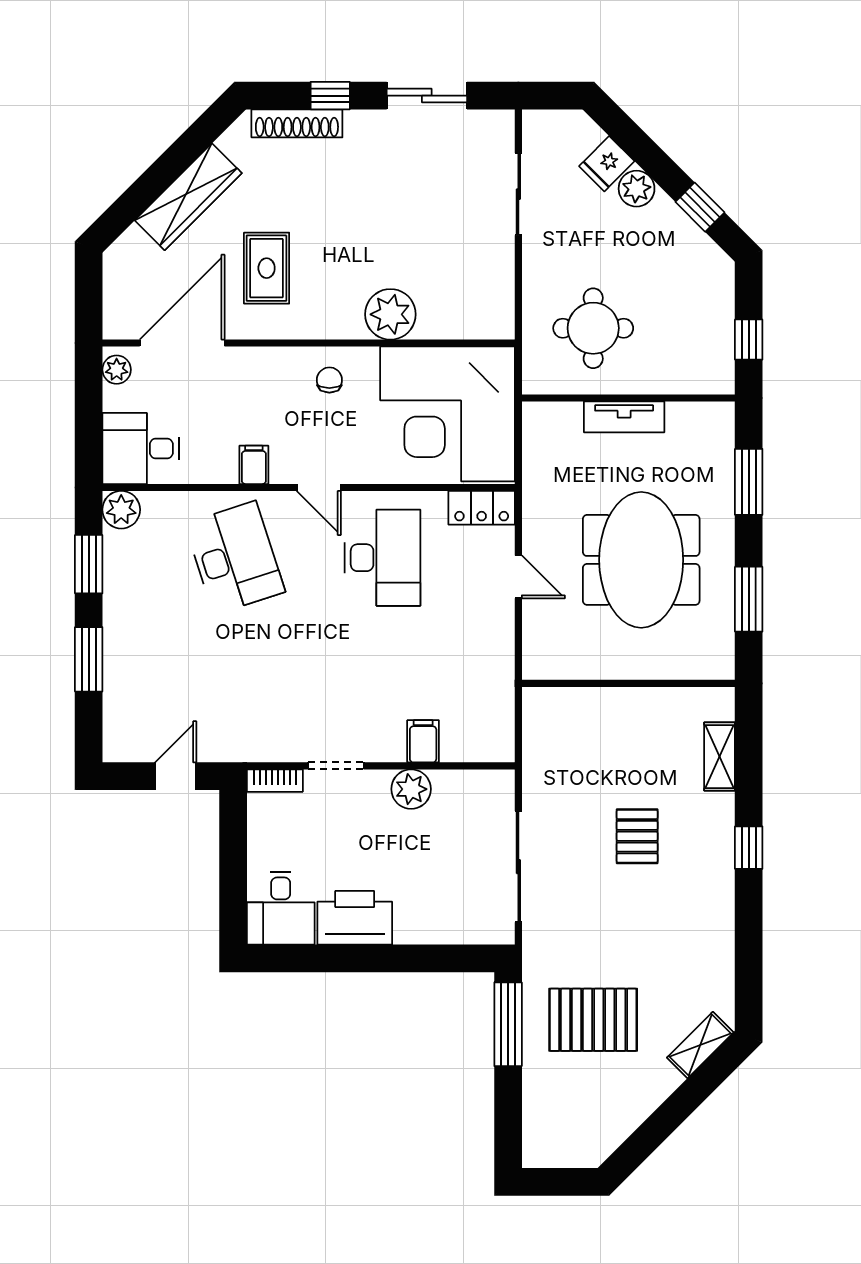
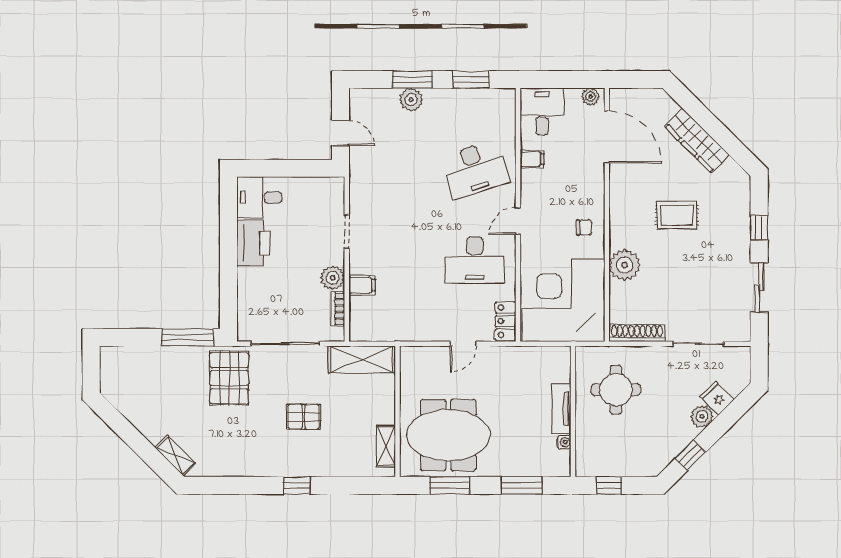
shoe rack: (297, 123) -> (637, 333), moved, turned 90
rug: (267, 268) -> (677, 215), moved
water cooler: (678, 413) -> (564, 442), added
filing cabinet: (254, 465) -> (532, 159), moved
plant: (121, 510) -> (411, 99), moved
meeting table: (641, 560) -> (448, 435), moved
shelving: (544, 742) -> (362, 359), added
shelving: (720, 757) -> (386, 446), moved, turned 90
bookcase: (275, 781) -> (338, 309), moved
pallet: (593, 1020) -> (229, 378), moved

